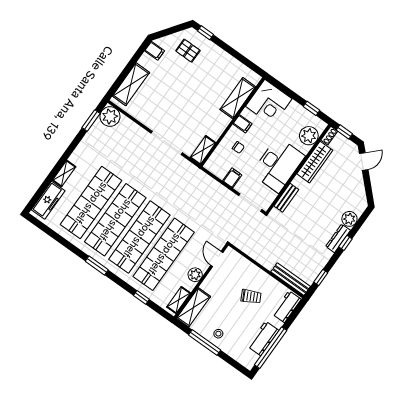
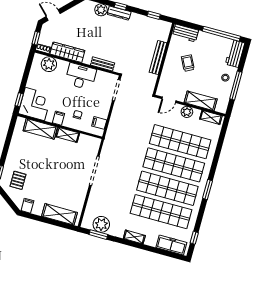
window: (311, 108) -> (19, 100), moved
plant: (110, 116) -> (101, 224), moved
shelving: (203, 150) -> (68, 135), moved
desk: (278, 165) -> (81, 76), width x0.73, depth x0.77
shelving: (64, 173) -> (134, 237), moved
filing cabinet: (232, 178) -> (99, 123), moved
bench: (291, 279) -> (158, 58), moved
window: (141, 297) -> (194, 238), moved
shelving: (194, 307) -> (201, 101), moved
workbench: (263, 338) -> (235, 54), moved, turned 90

